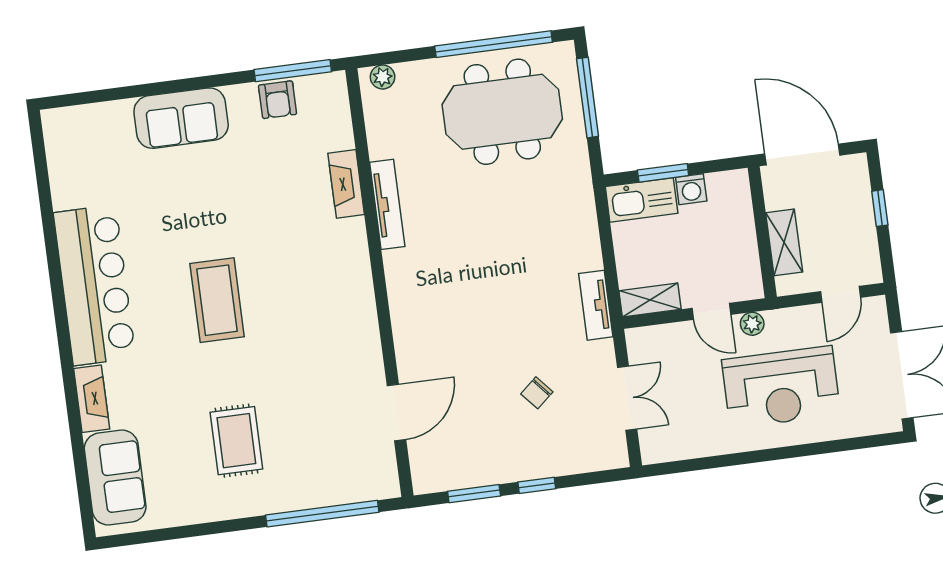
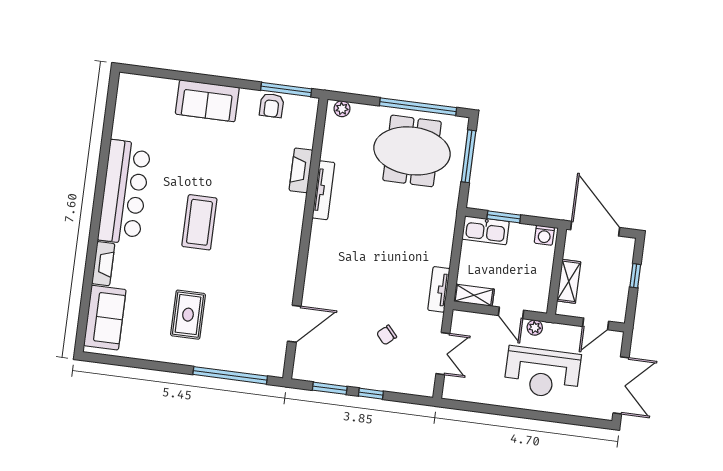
washing machine: (691, 189) -> (544, 235), moved

